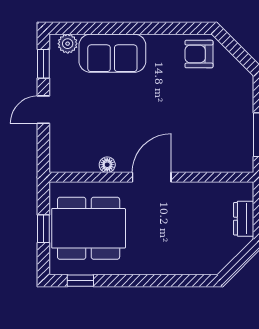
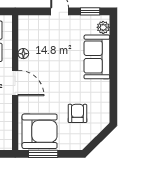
armchair: (199, 54) -> (77, 113), moved
armchair: (225, 140) -> (40, 131), added

